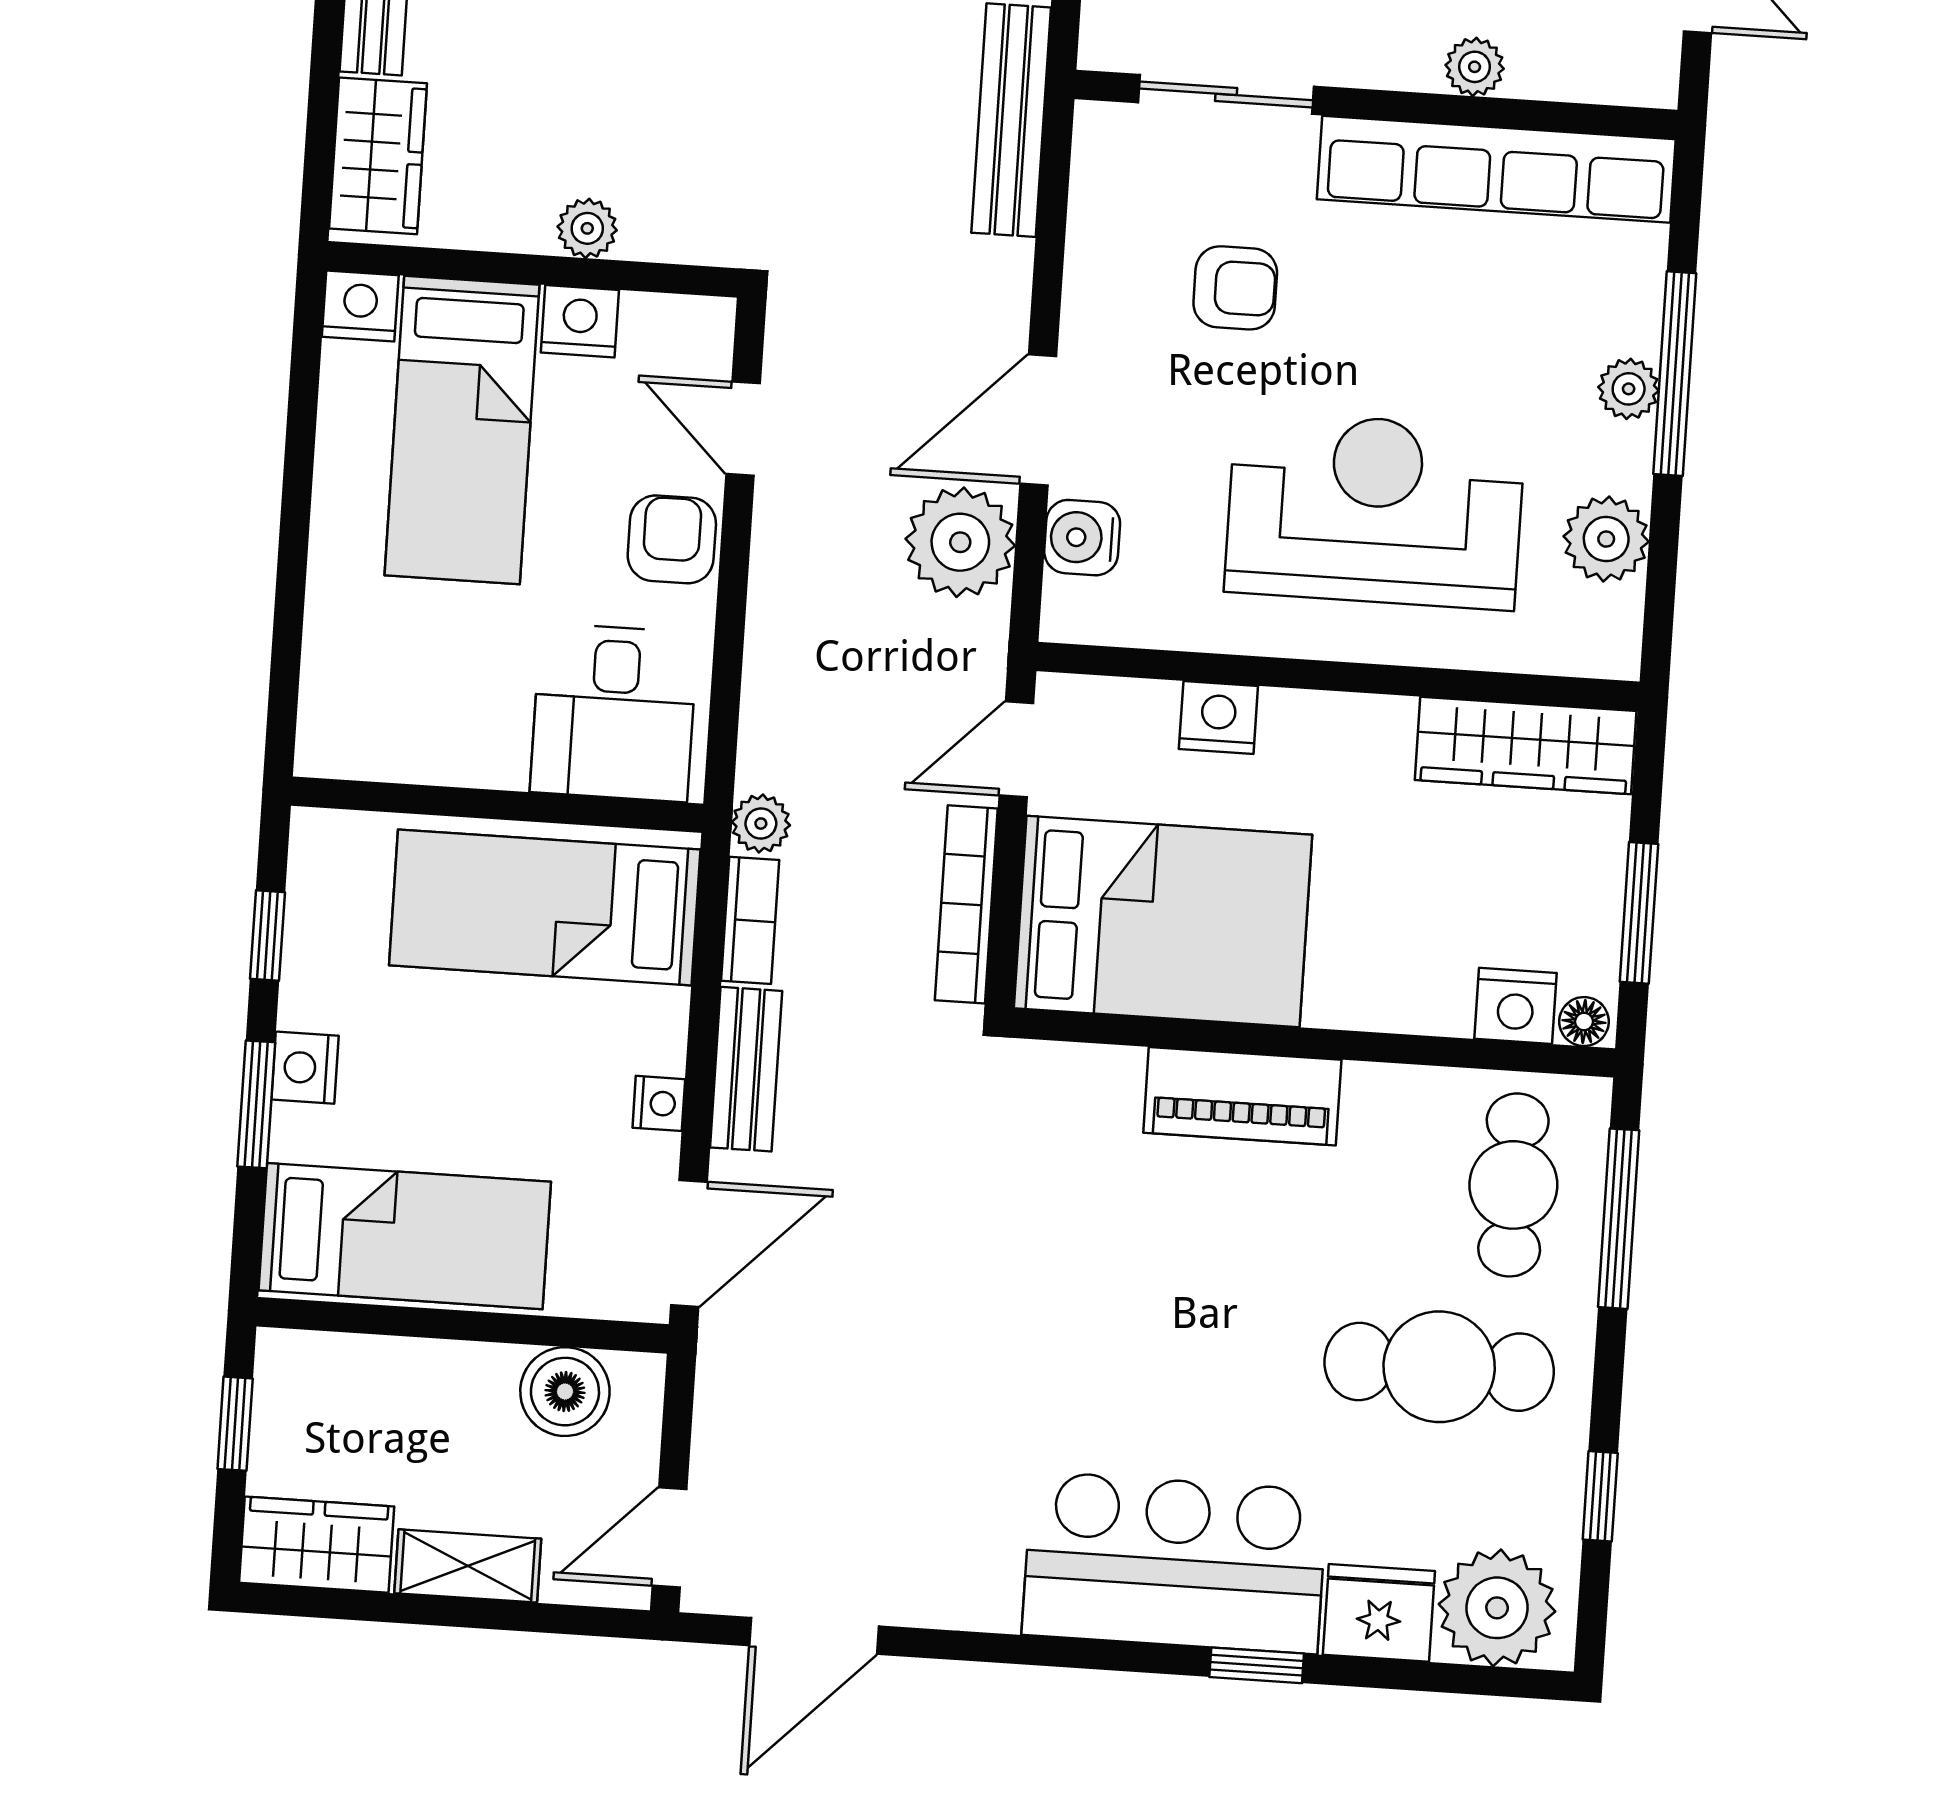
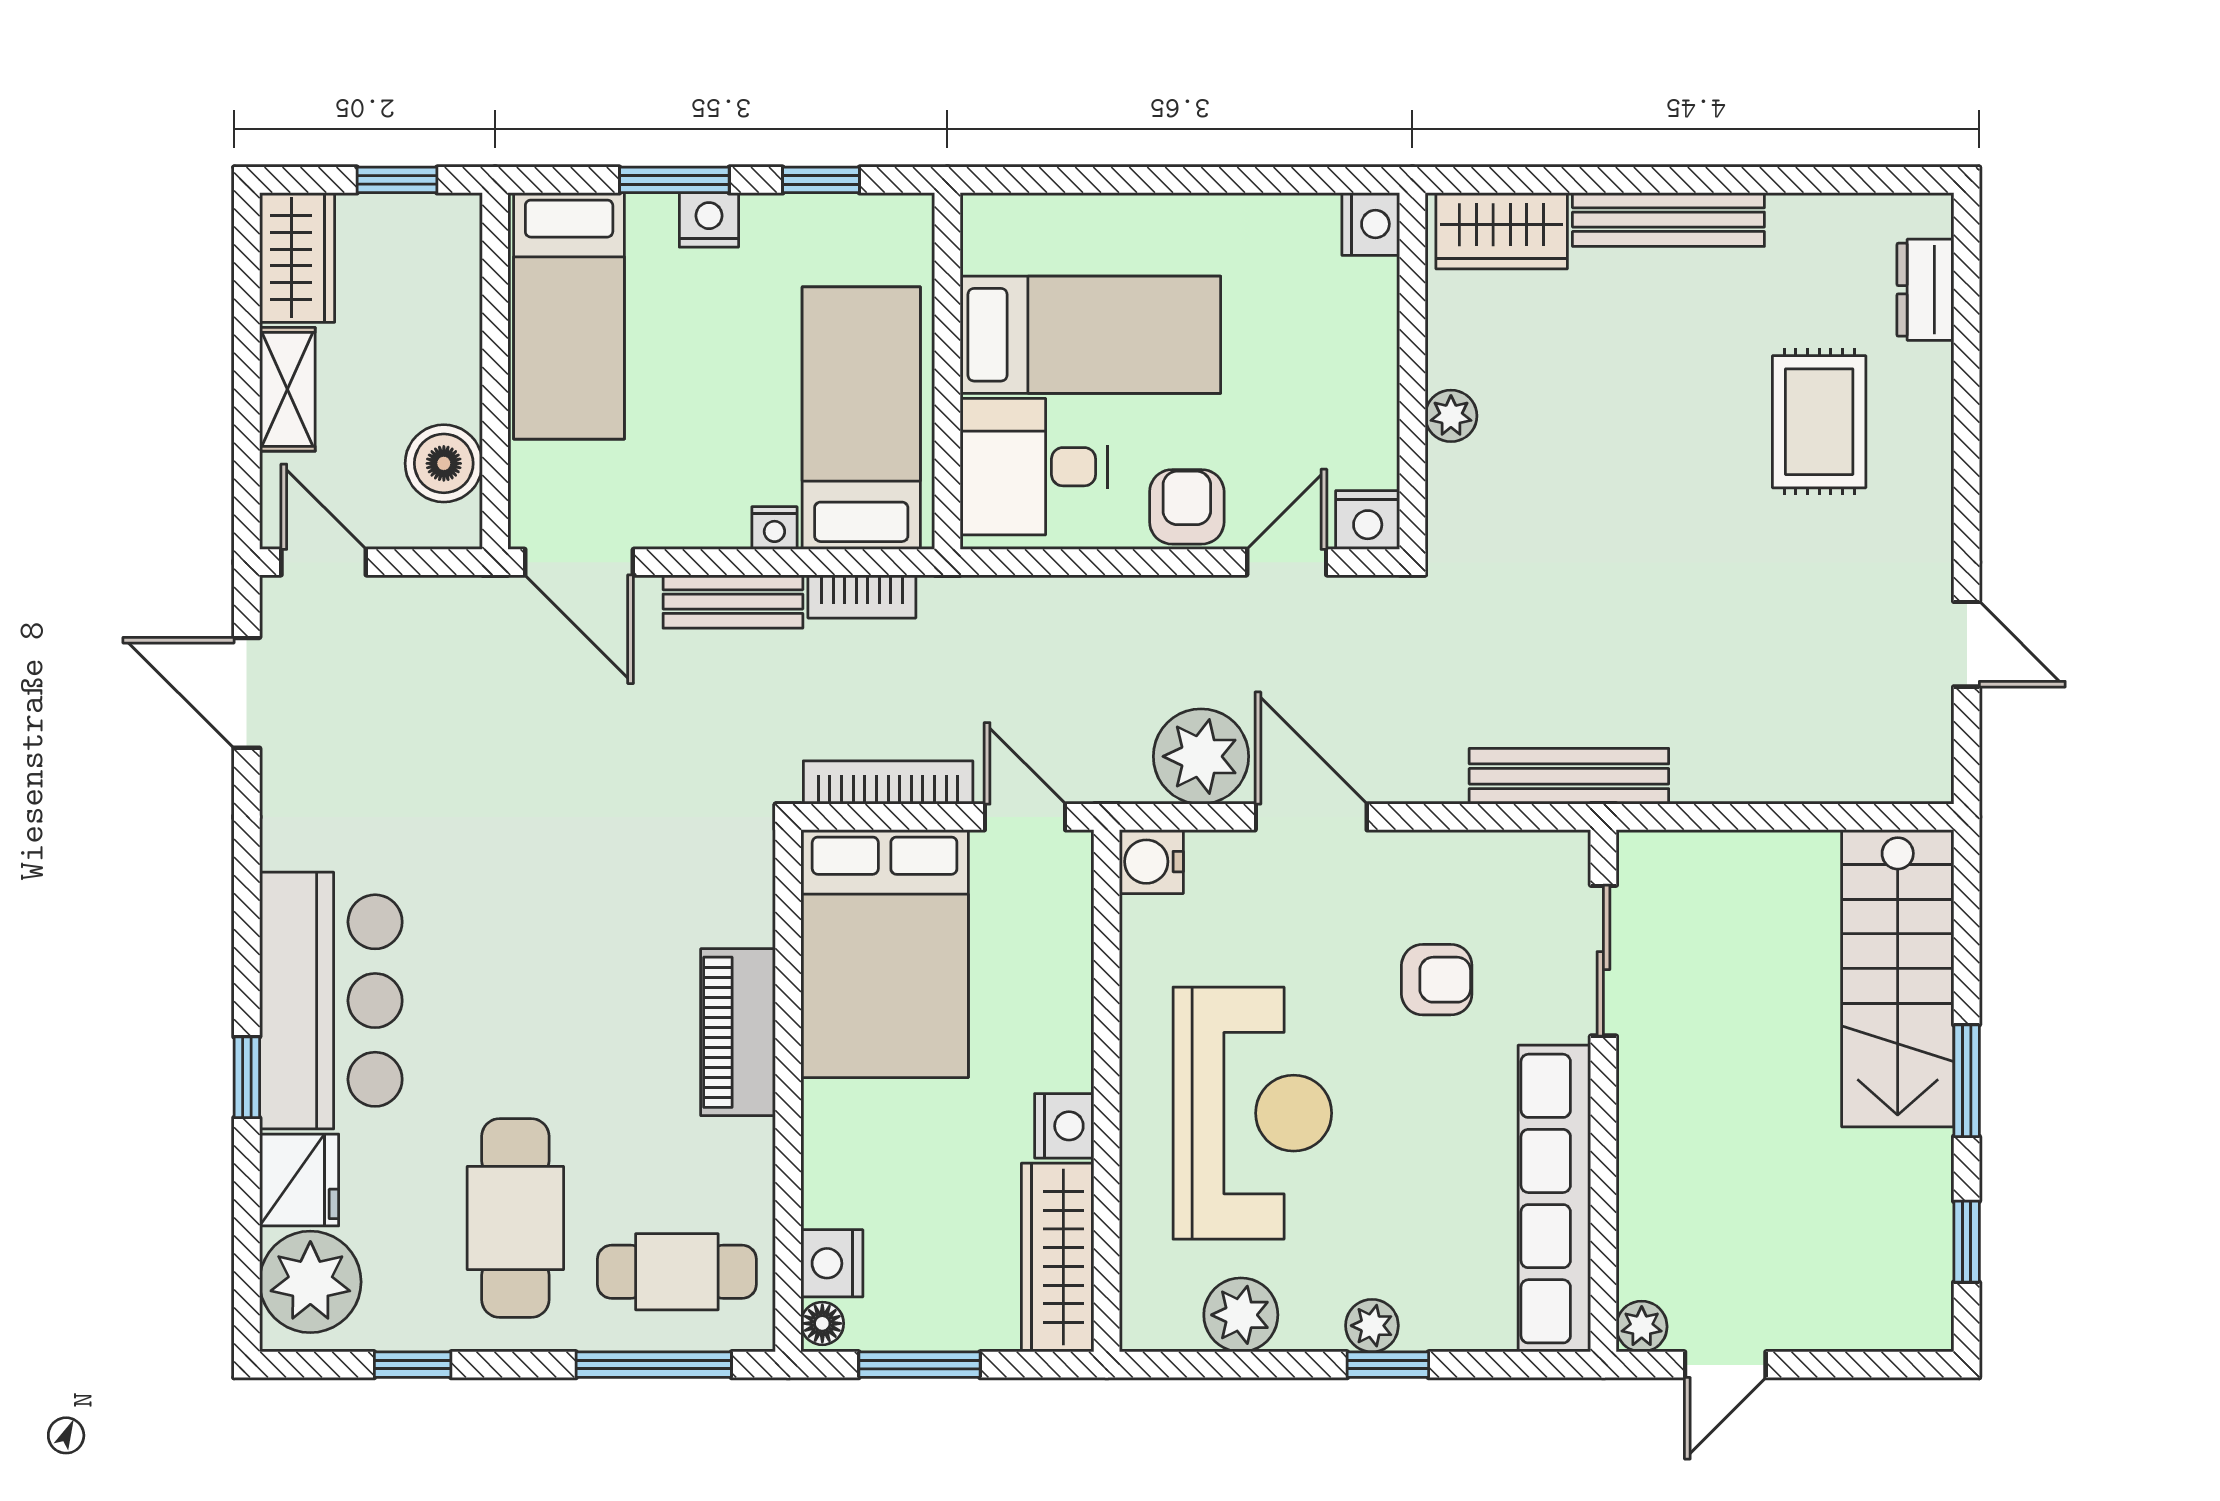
plant: (1475, 67) -> (1642, 1327), moved
armchair: (1235, 288) -> (1437, 980), turned -90
nightstand: (580, 321) -> (1368, 520), moved, turned 90
window: (1675, 374) -> (1388, 1365), width x0.46
bed: (462, 430) -> (1090, 335), moved, turned 180
water cooler: (1082, 538) -> (1151, 862), moved, turned -90
armchair: (672, 539) -> (1187, 507), turned -90
nightstand: (1218, 717) -> (1064, 1126), moved
plant: (761, 824) -> (946, 600), removed
nightstand: (659, 1103) -> (774, 528), moved

